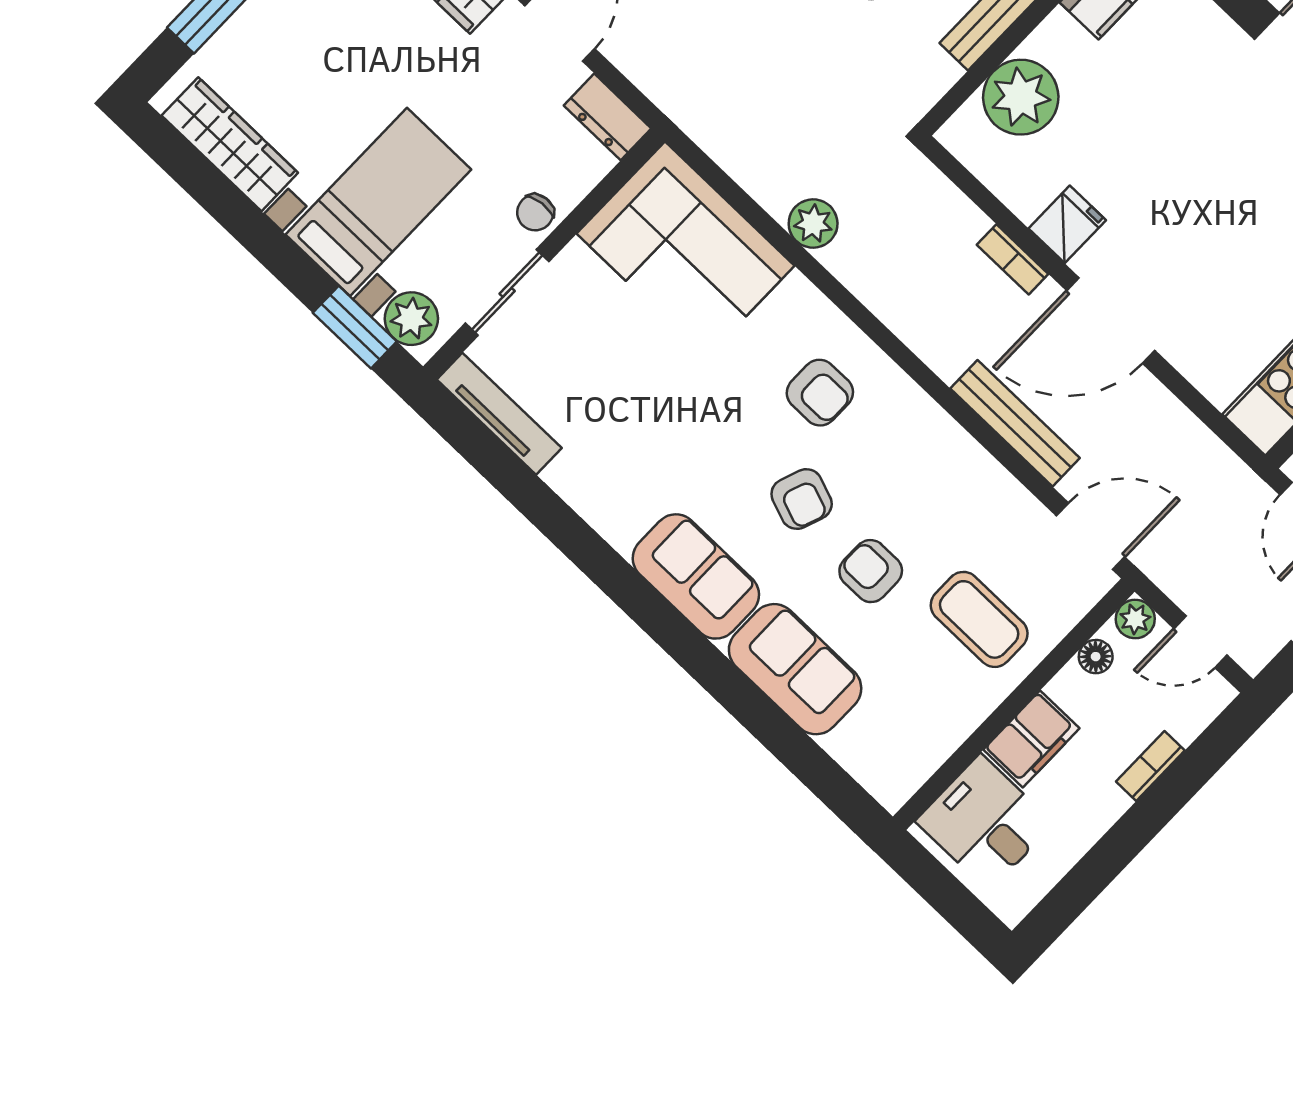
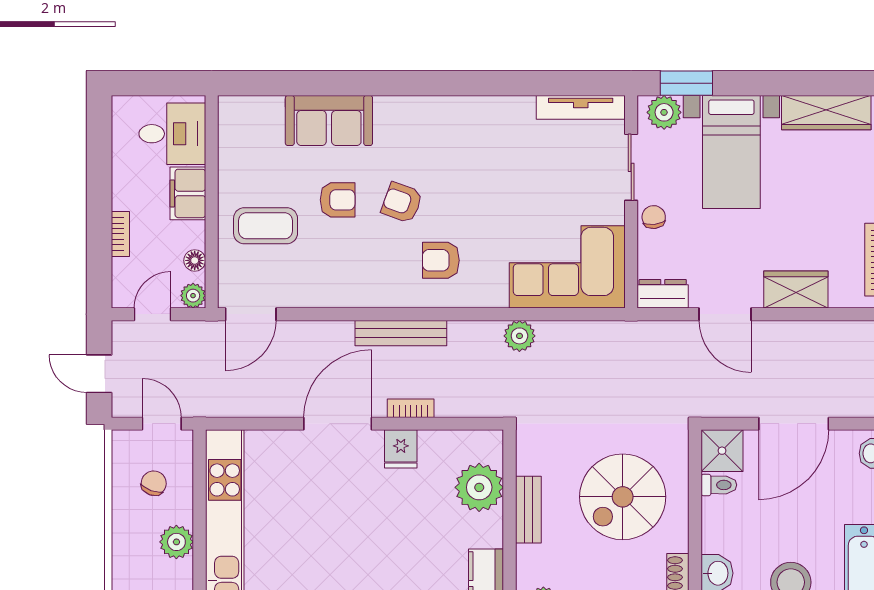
bench: (1015, 423) -> (401, 333), moved
sofa: (696, 576) -> (416, 119), removed

